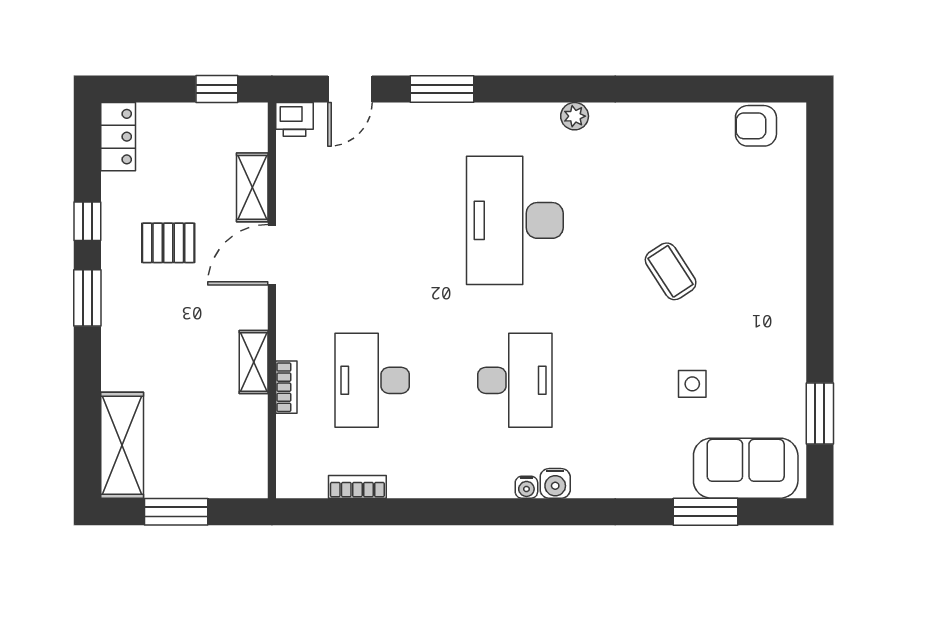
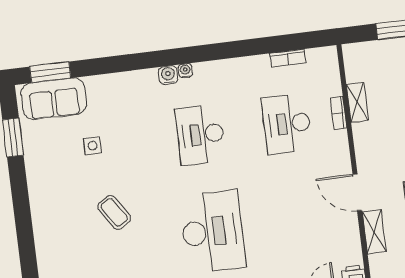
door: (272, 255) -> (357, 192), swing flipped
shelving: (254, 362) -> (357, 102), moved
desk: (372, 380) -> (287, 124), turned 180
window: (706, 512) -> (50, 72), moved

